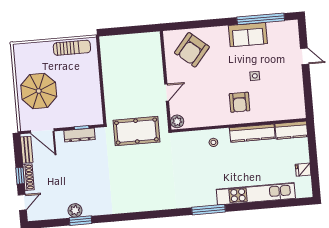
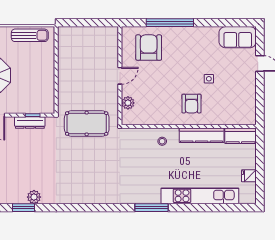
window: (261, 19) -> (170, 23), moved
sofa: (248, 35) -> (238, 37), moved
armchair: (192, 50) -> (149, 48), turned 140
door: (167, 93) -> (120, 76), moved
plant: (177, 121) -> (128, 103), moved
plant: (75, 210) -> (34, 197), moved

